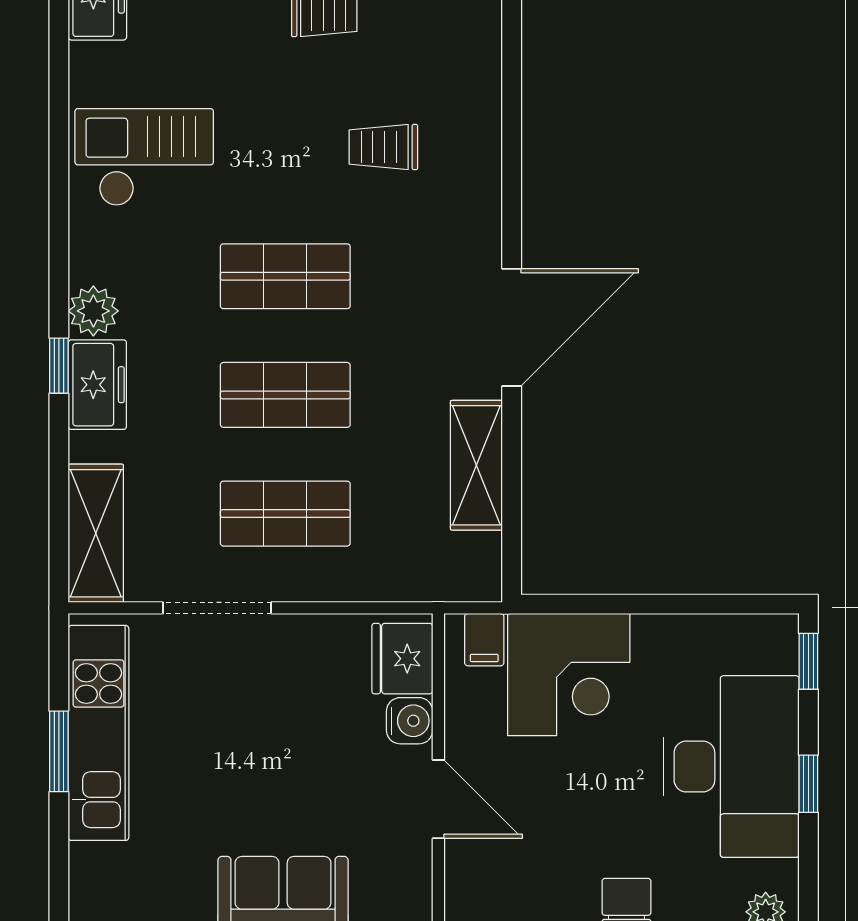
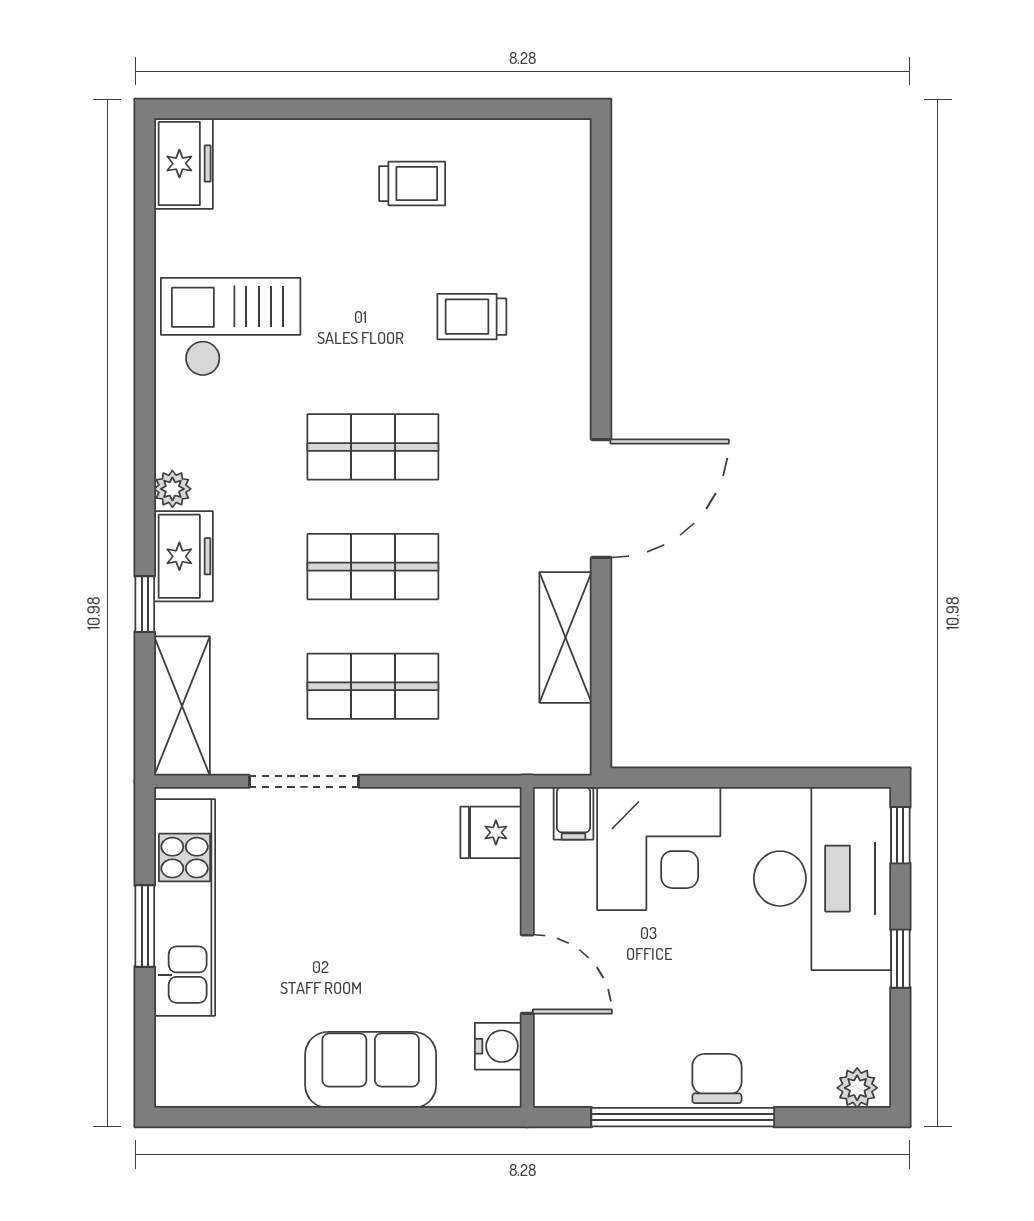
plant: (93, 311) -> (172, 489), width x0.73, depth x0.73
window: (59, 366) -> (145, 604), moved
fridge: (402, 659) -> (491, 832), width x0.72
water cooler: (410, 721) -> (498, 1046), moved
desk: (731, 766) -> (822, 879), moved

